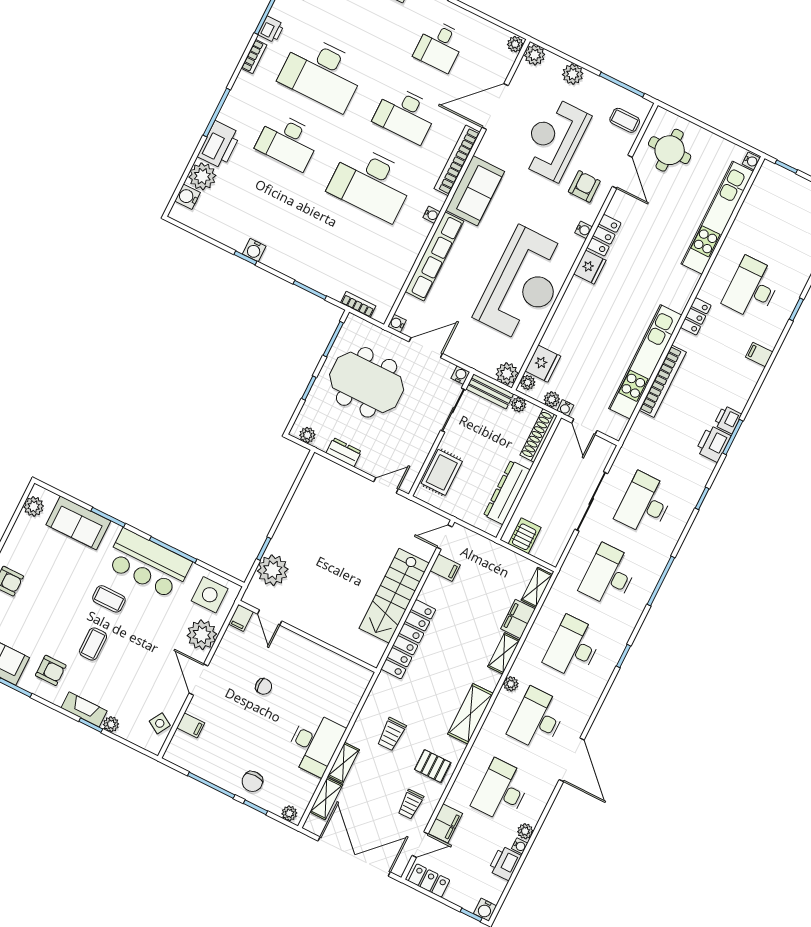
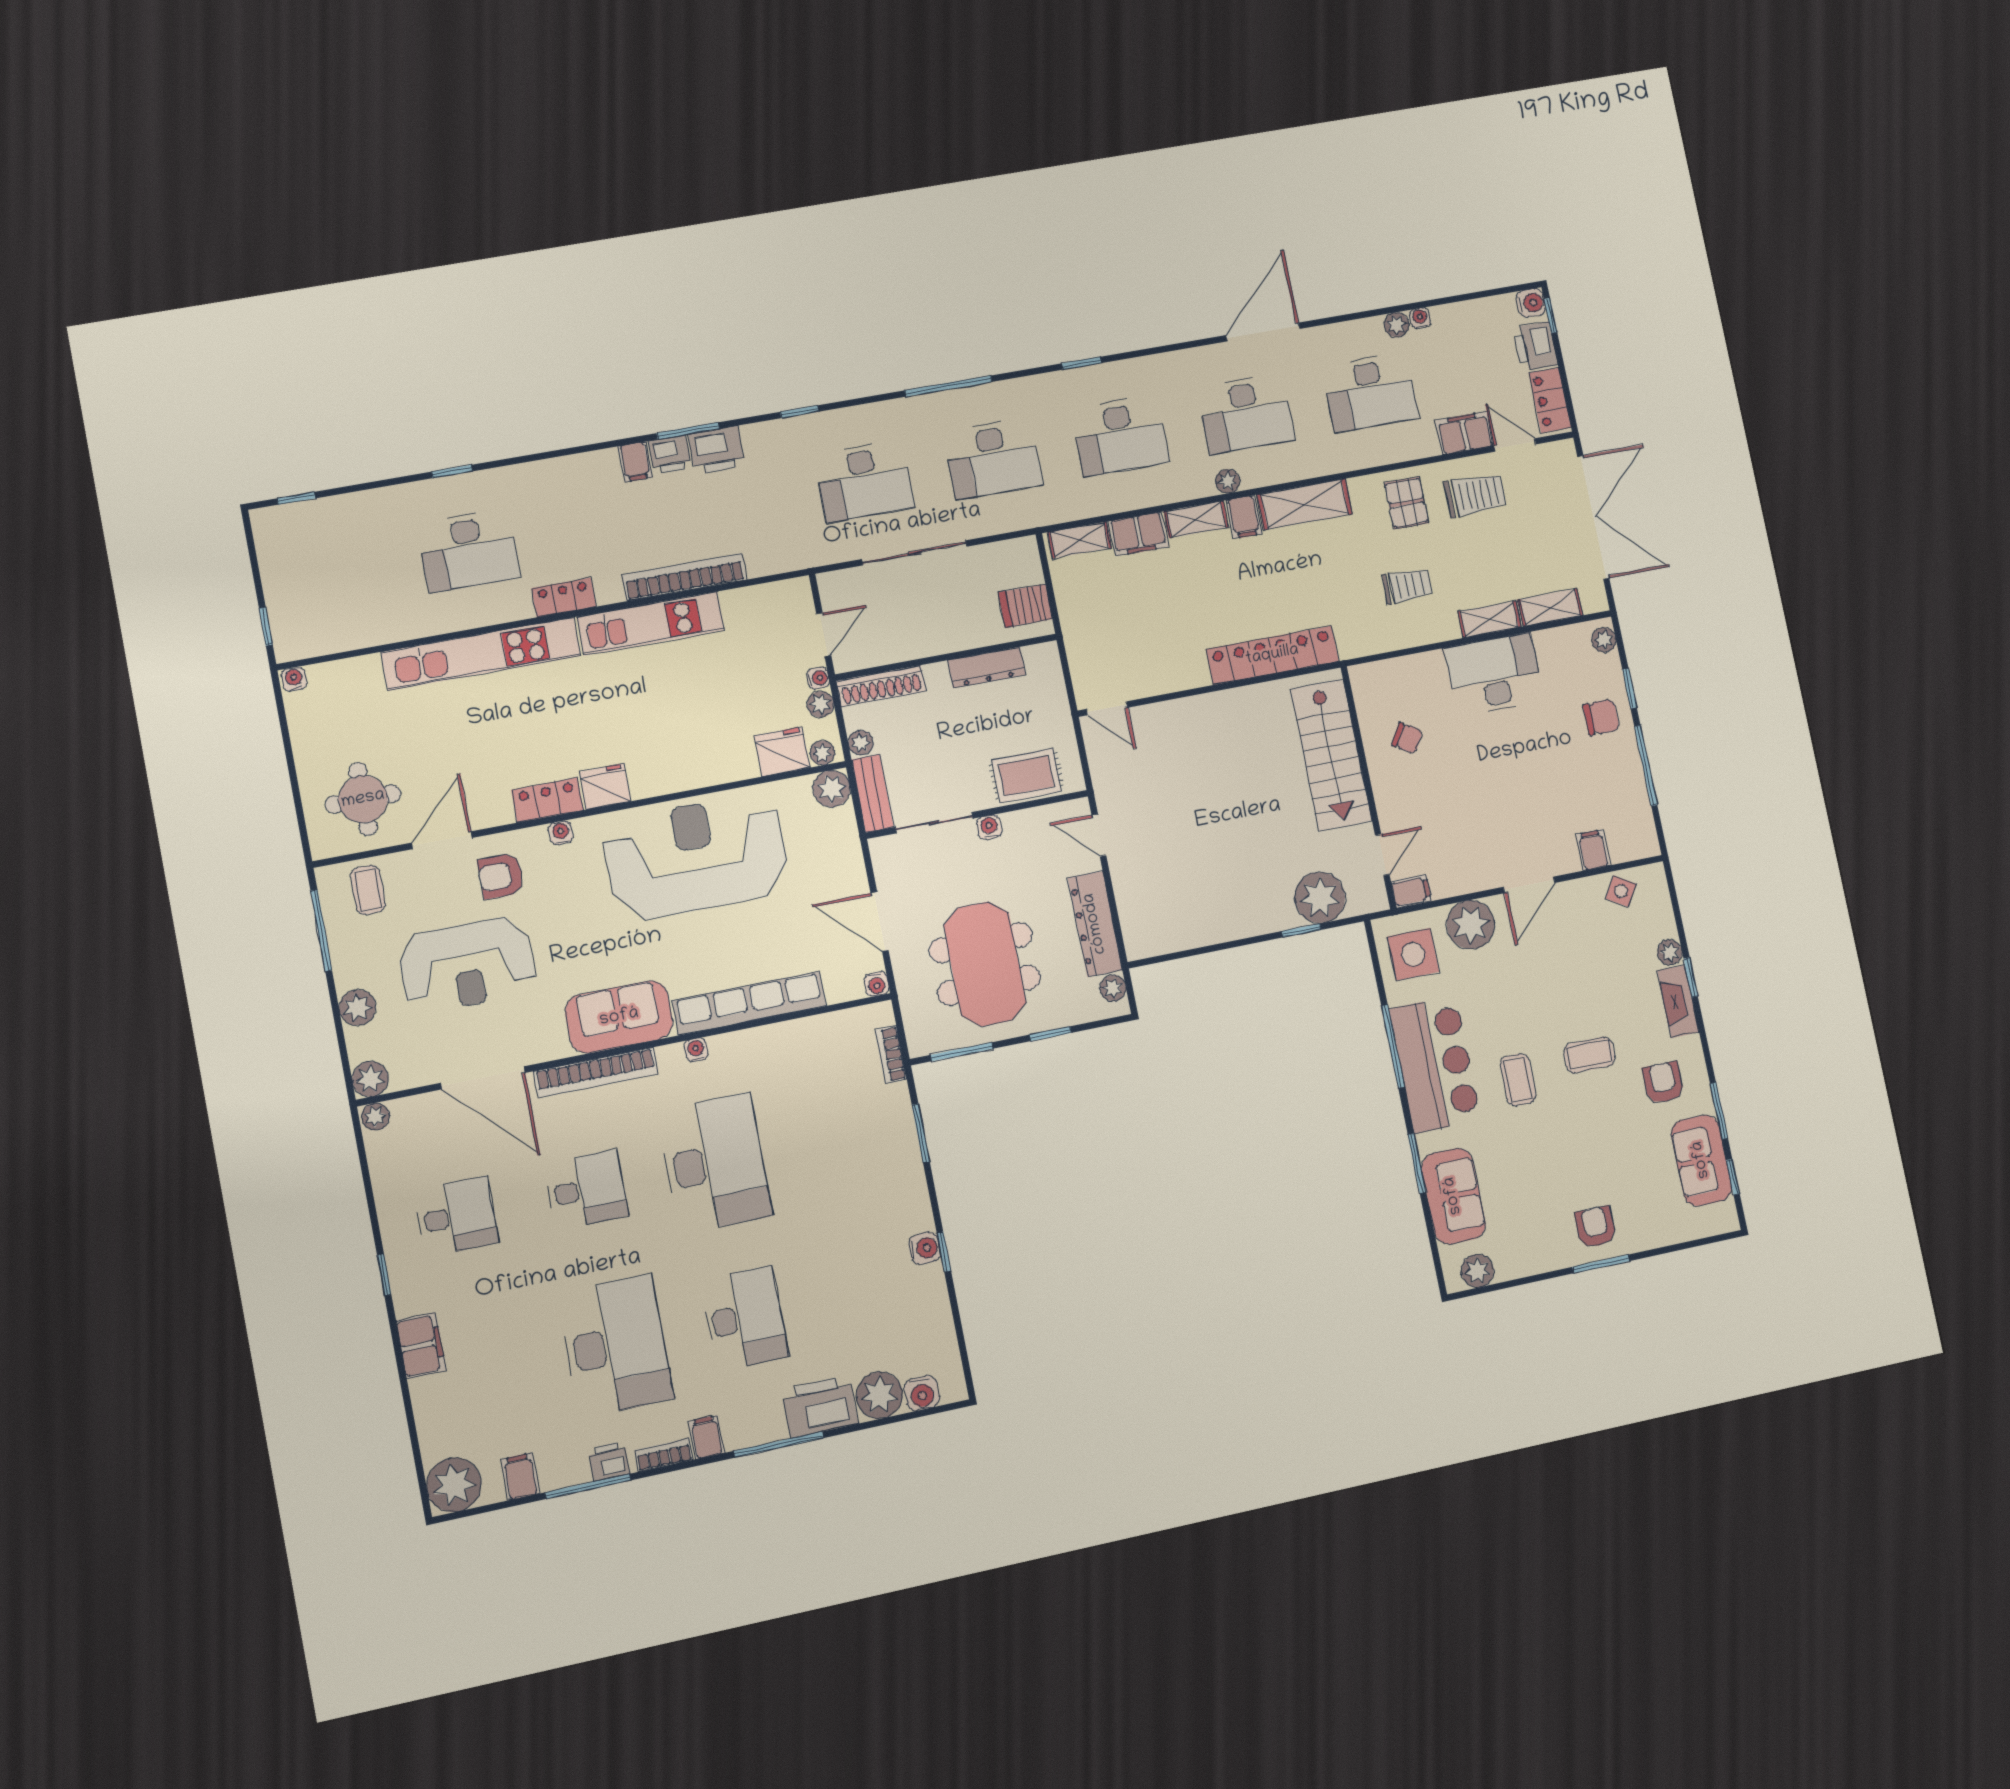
filing cabinet: (247, 82) -> (707, 1437), added
desk: (405, 114) -> (586, 1190), width x0.73
kitchen unit: (717, 218) -> (481, 654), moved
filing cabinet: (759, 355) -> (635, 462), moved
kitchen unit: (645, 362) -> (651, 624), width x0.73
water cooler: (460, 375) -> (989, 827), moved, turned 90
dresser: (344, 452) -> (1095, 924), width x1.96, depth x1.24
dresser: (507, 493) -> (987, 668), width x0.73, depth x0.80
filing cabinet: (445, 568) -> (1244, 517), moved, turned 180
stairs: (394, 596) -> (1331, 755), moved, turned 90
chair: (264, 686) -> (1407, 738), moved, turned 121
trolley: (411, 804) -> (1475, 495), width x1.36, depth x1.39
double door: (354, 856) -> (1593, 517), swing flipped
printer: (505, 863) -> (1535, 346), moved, turned 90

